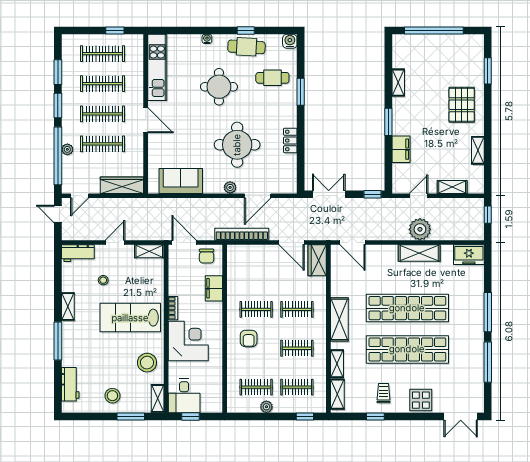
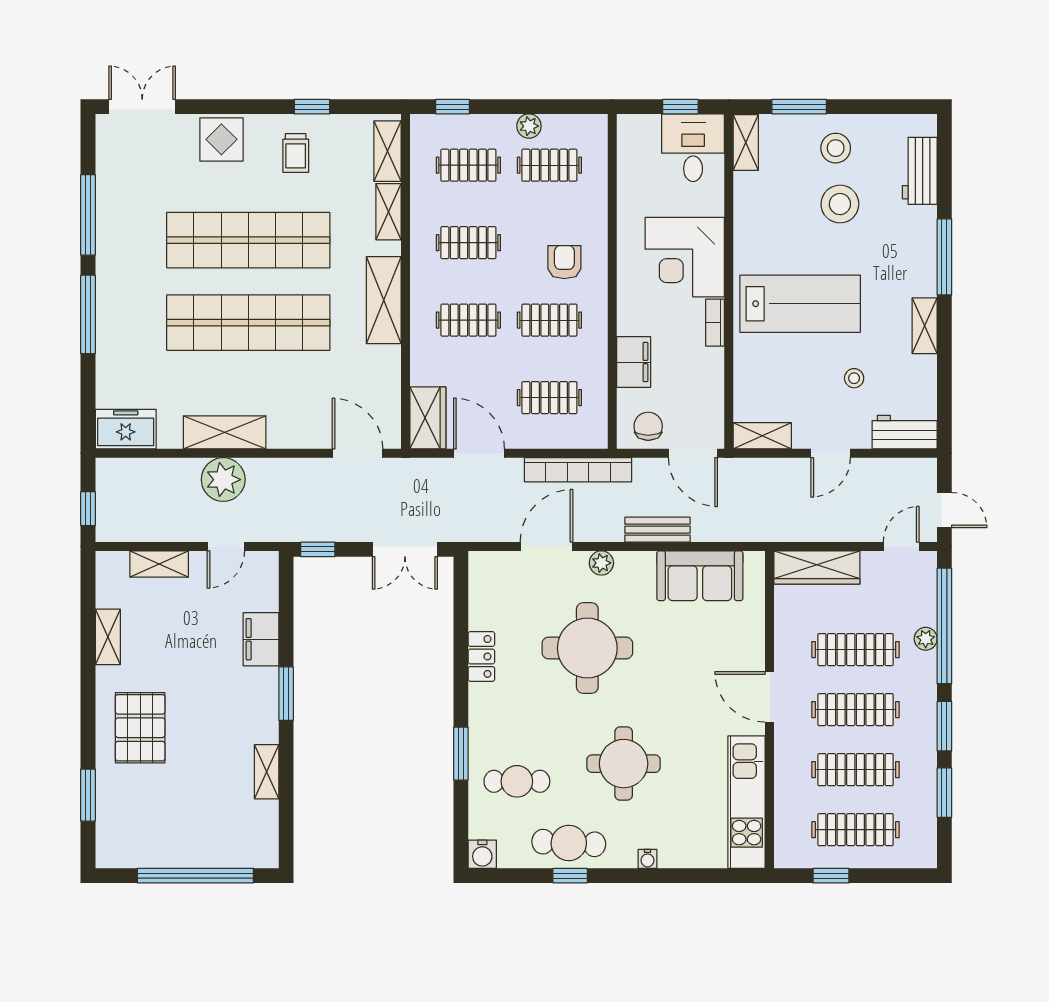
bench: (202, 204) -> (657, 530), added
clothes rail: (256, 270) -> (549, 398), added
stool: (147, 363) -> (840, 204), moved

